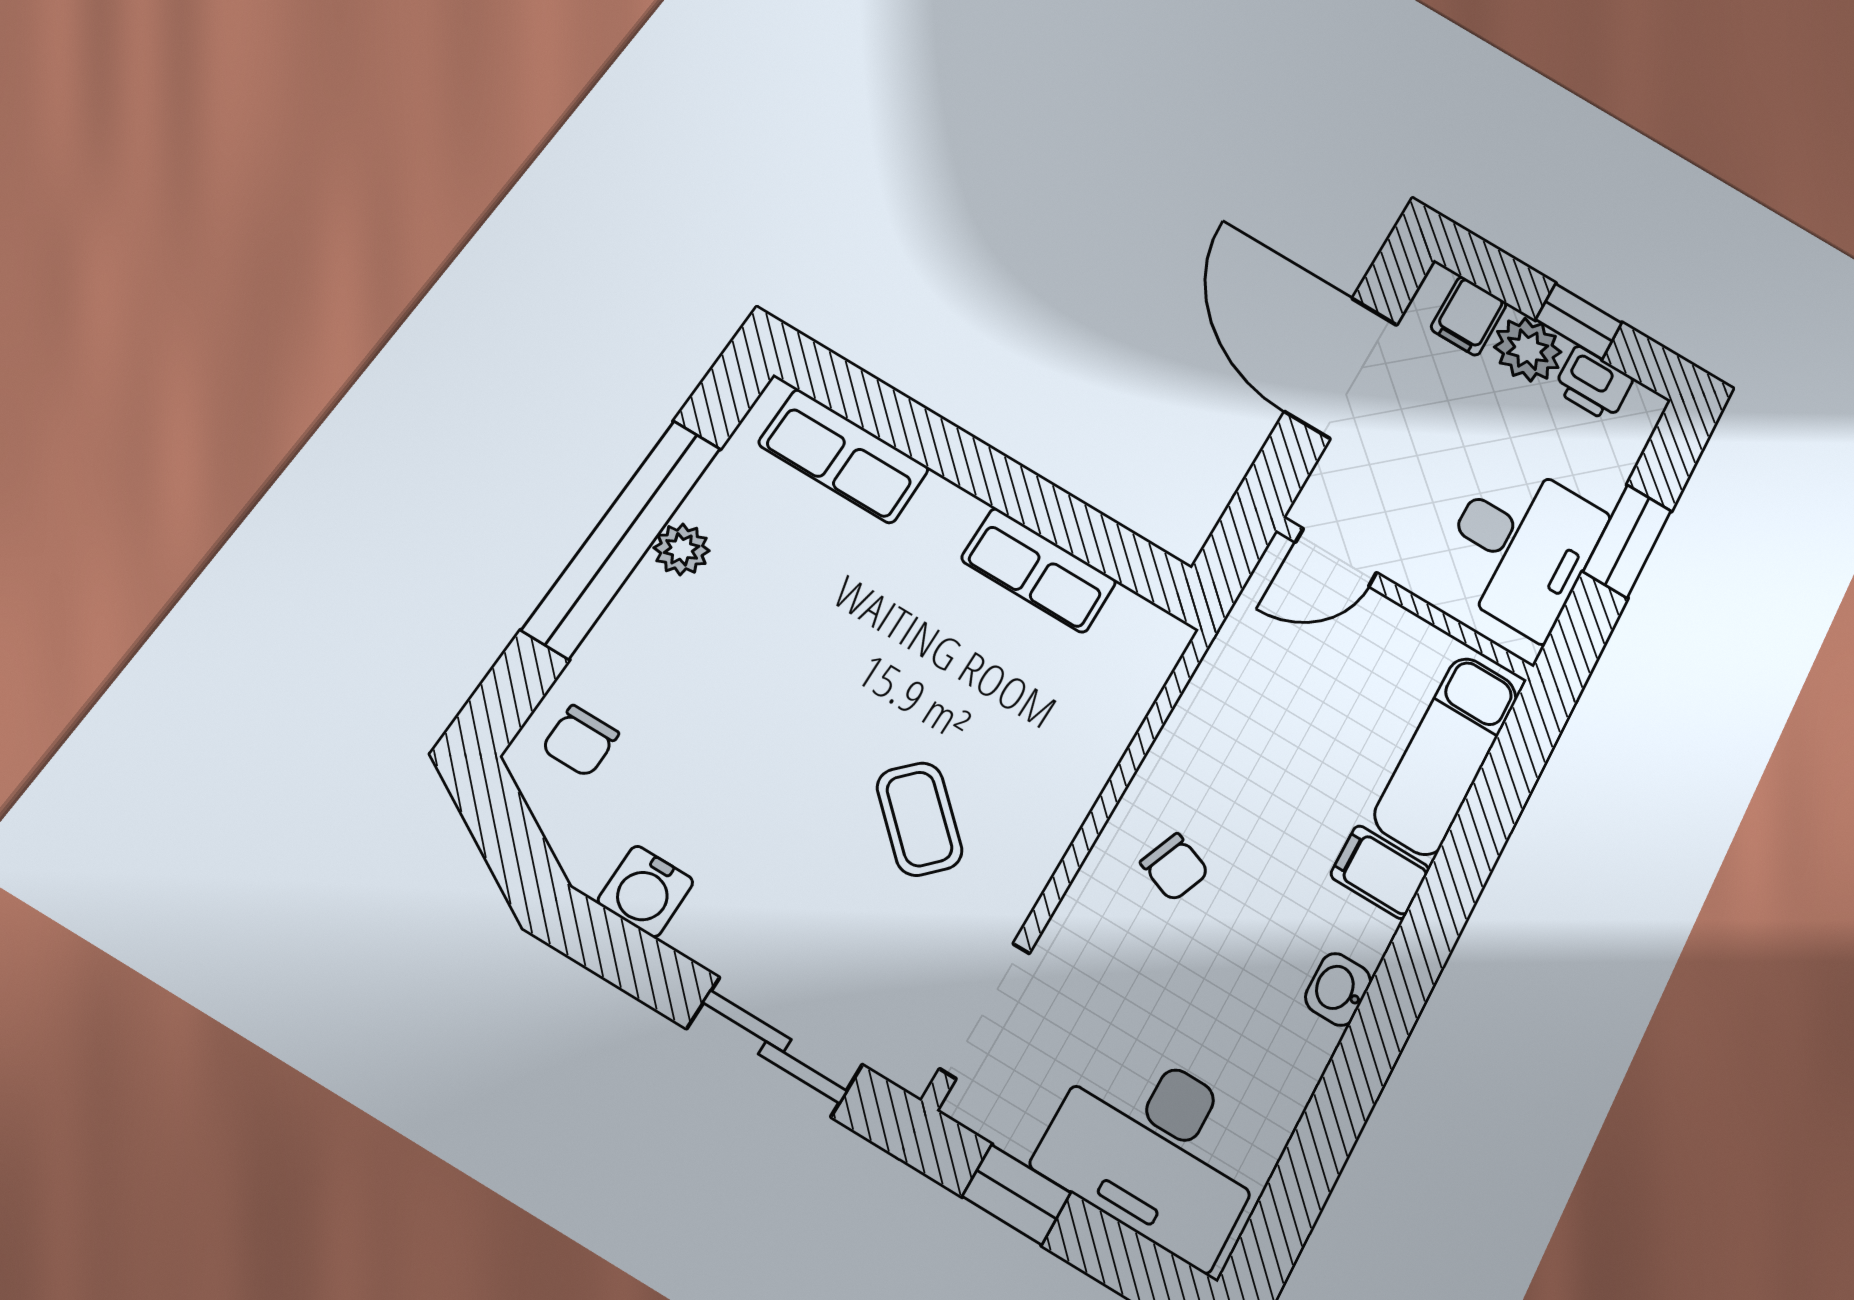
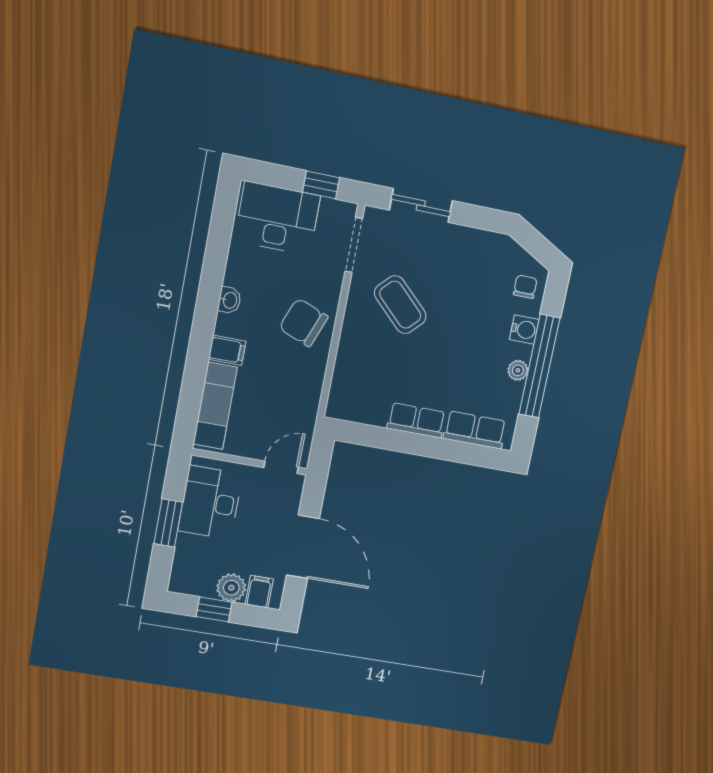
printer: (1593, 384) -> (200, 585), removed
row of seats: (1039, 570) -> (416, 420), moved
coffee table: (919, 819) -> (400, 305), width x1.36, depth x1.30
chair: (1175, 867) -> (304, 323), width x1.87, depth x1.87
water cooler: (646, 891) -> (524, 329), moved, turned 90

